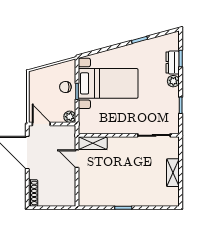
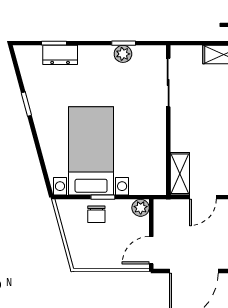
plant: (173, 81) -> (123, 54), moved

